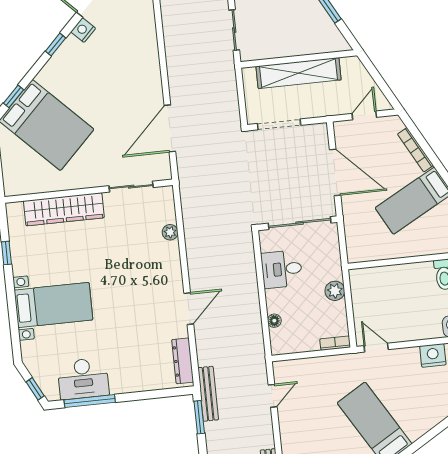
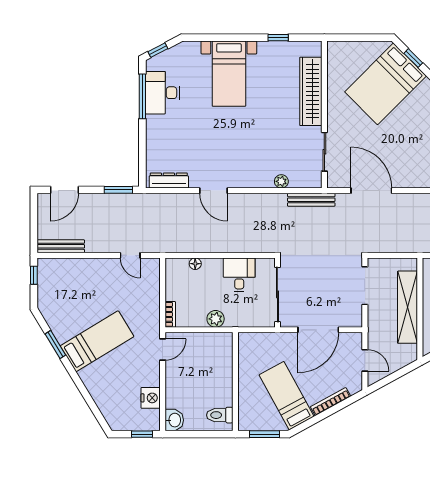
bench: (208, 394) -> (311, 200), moved

